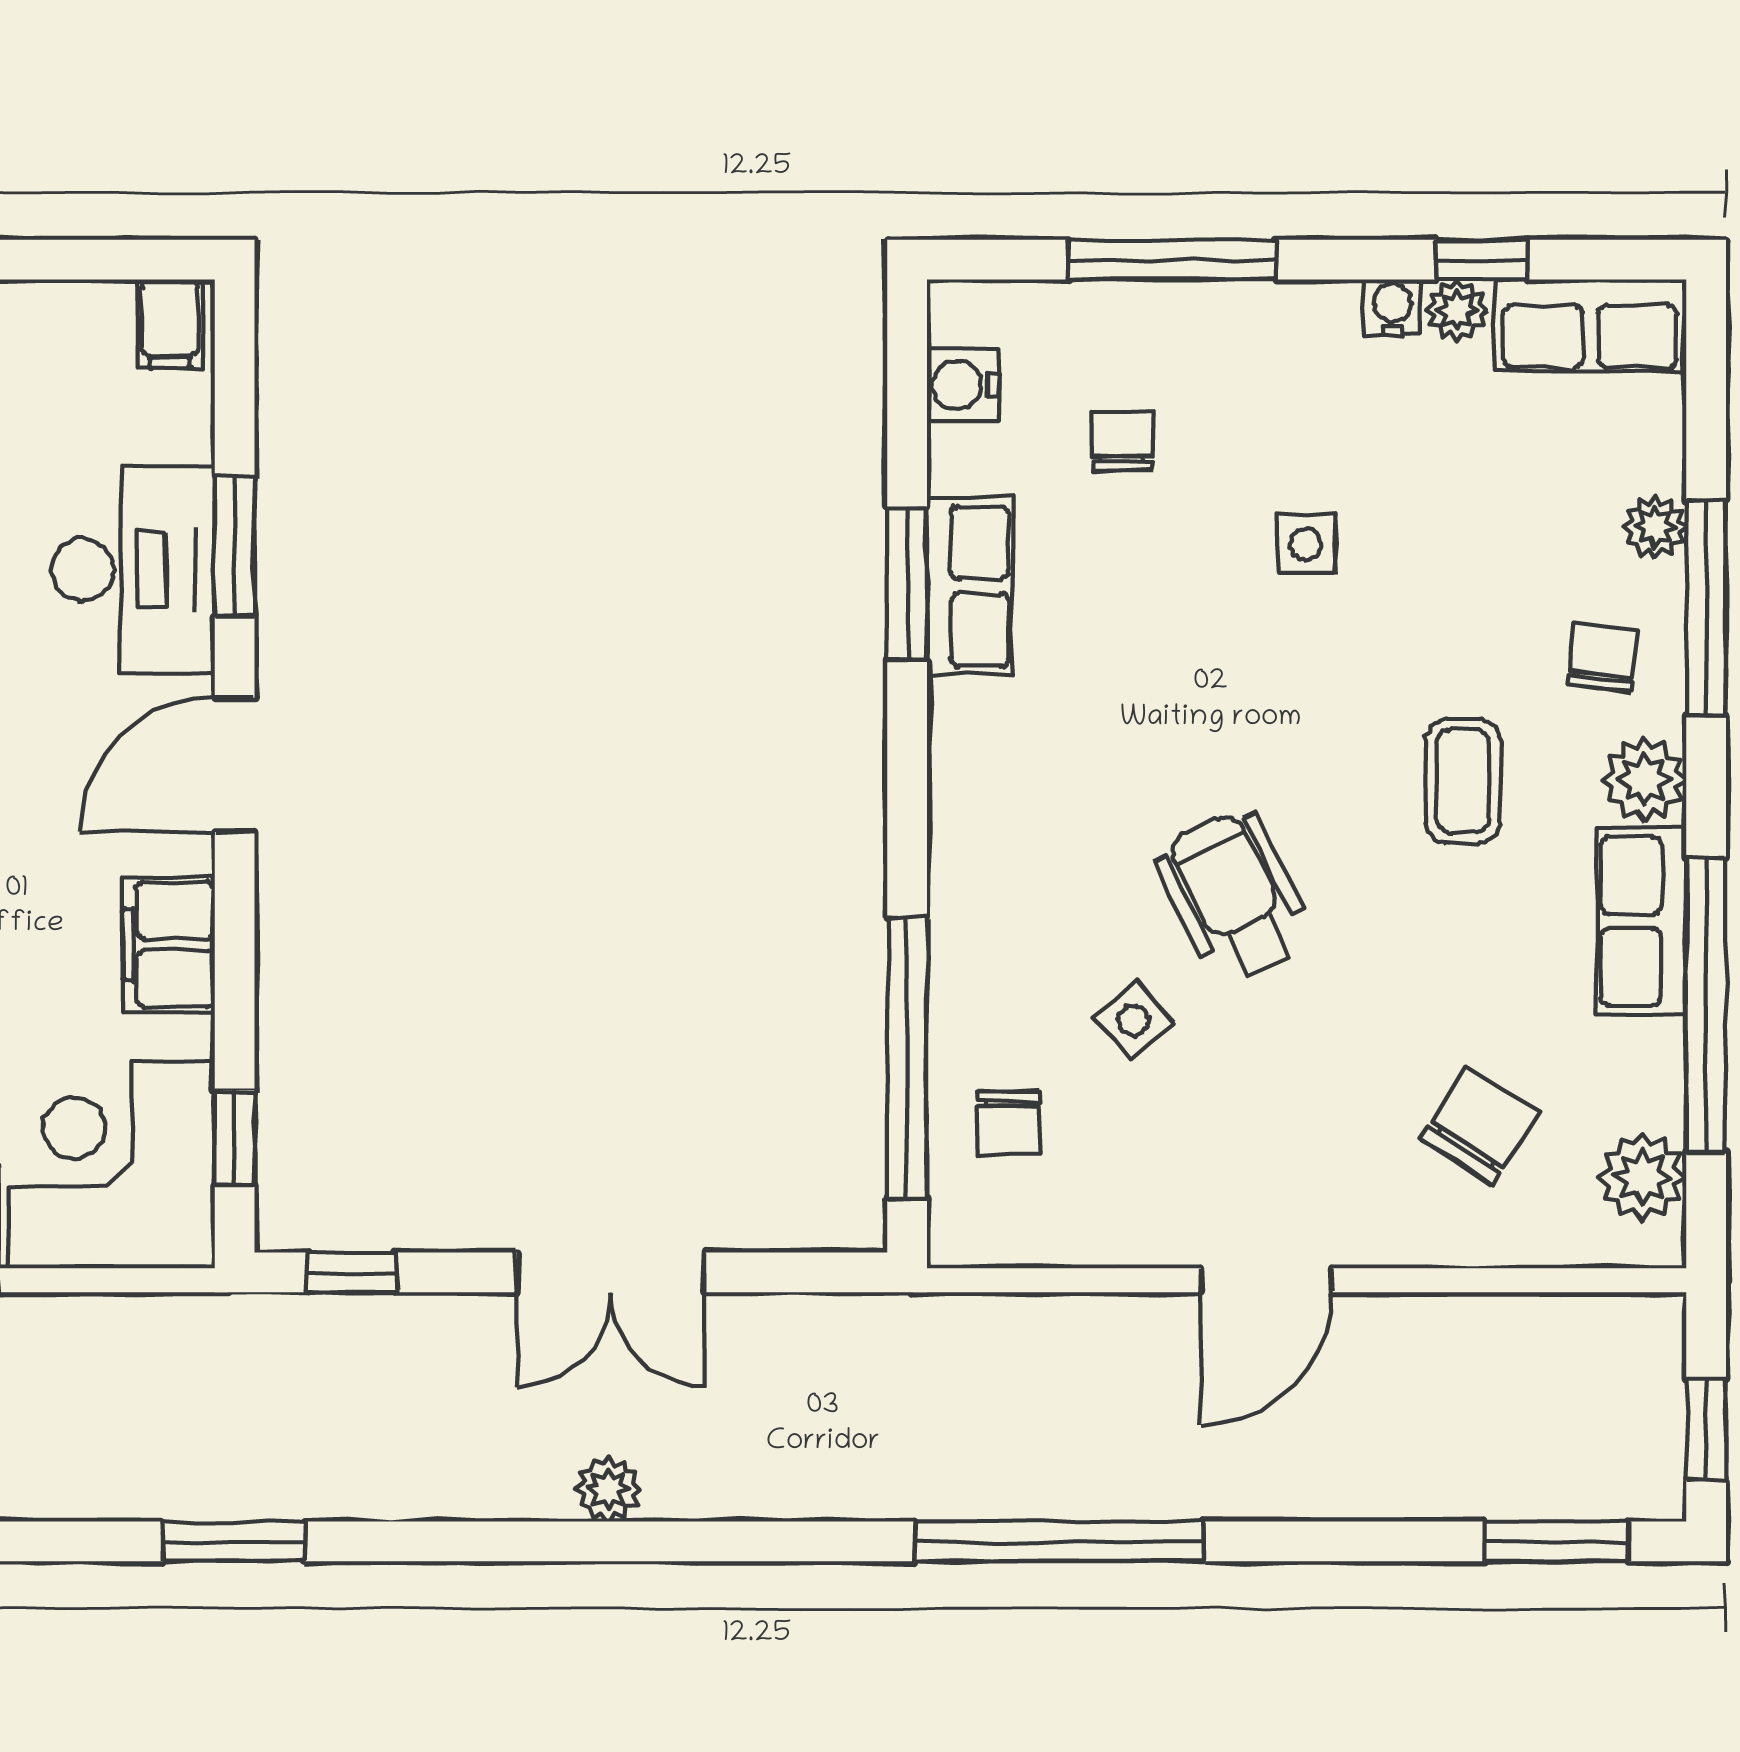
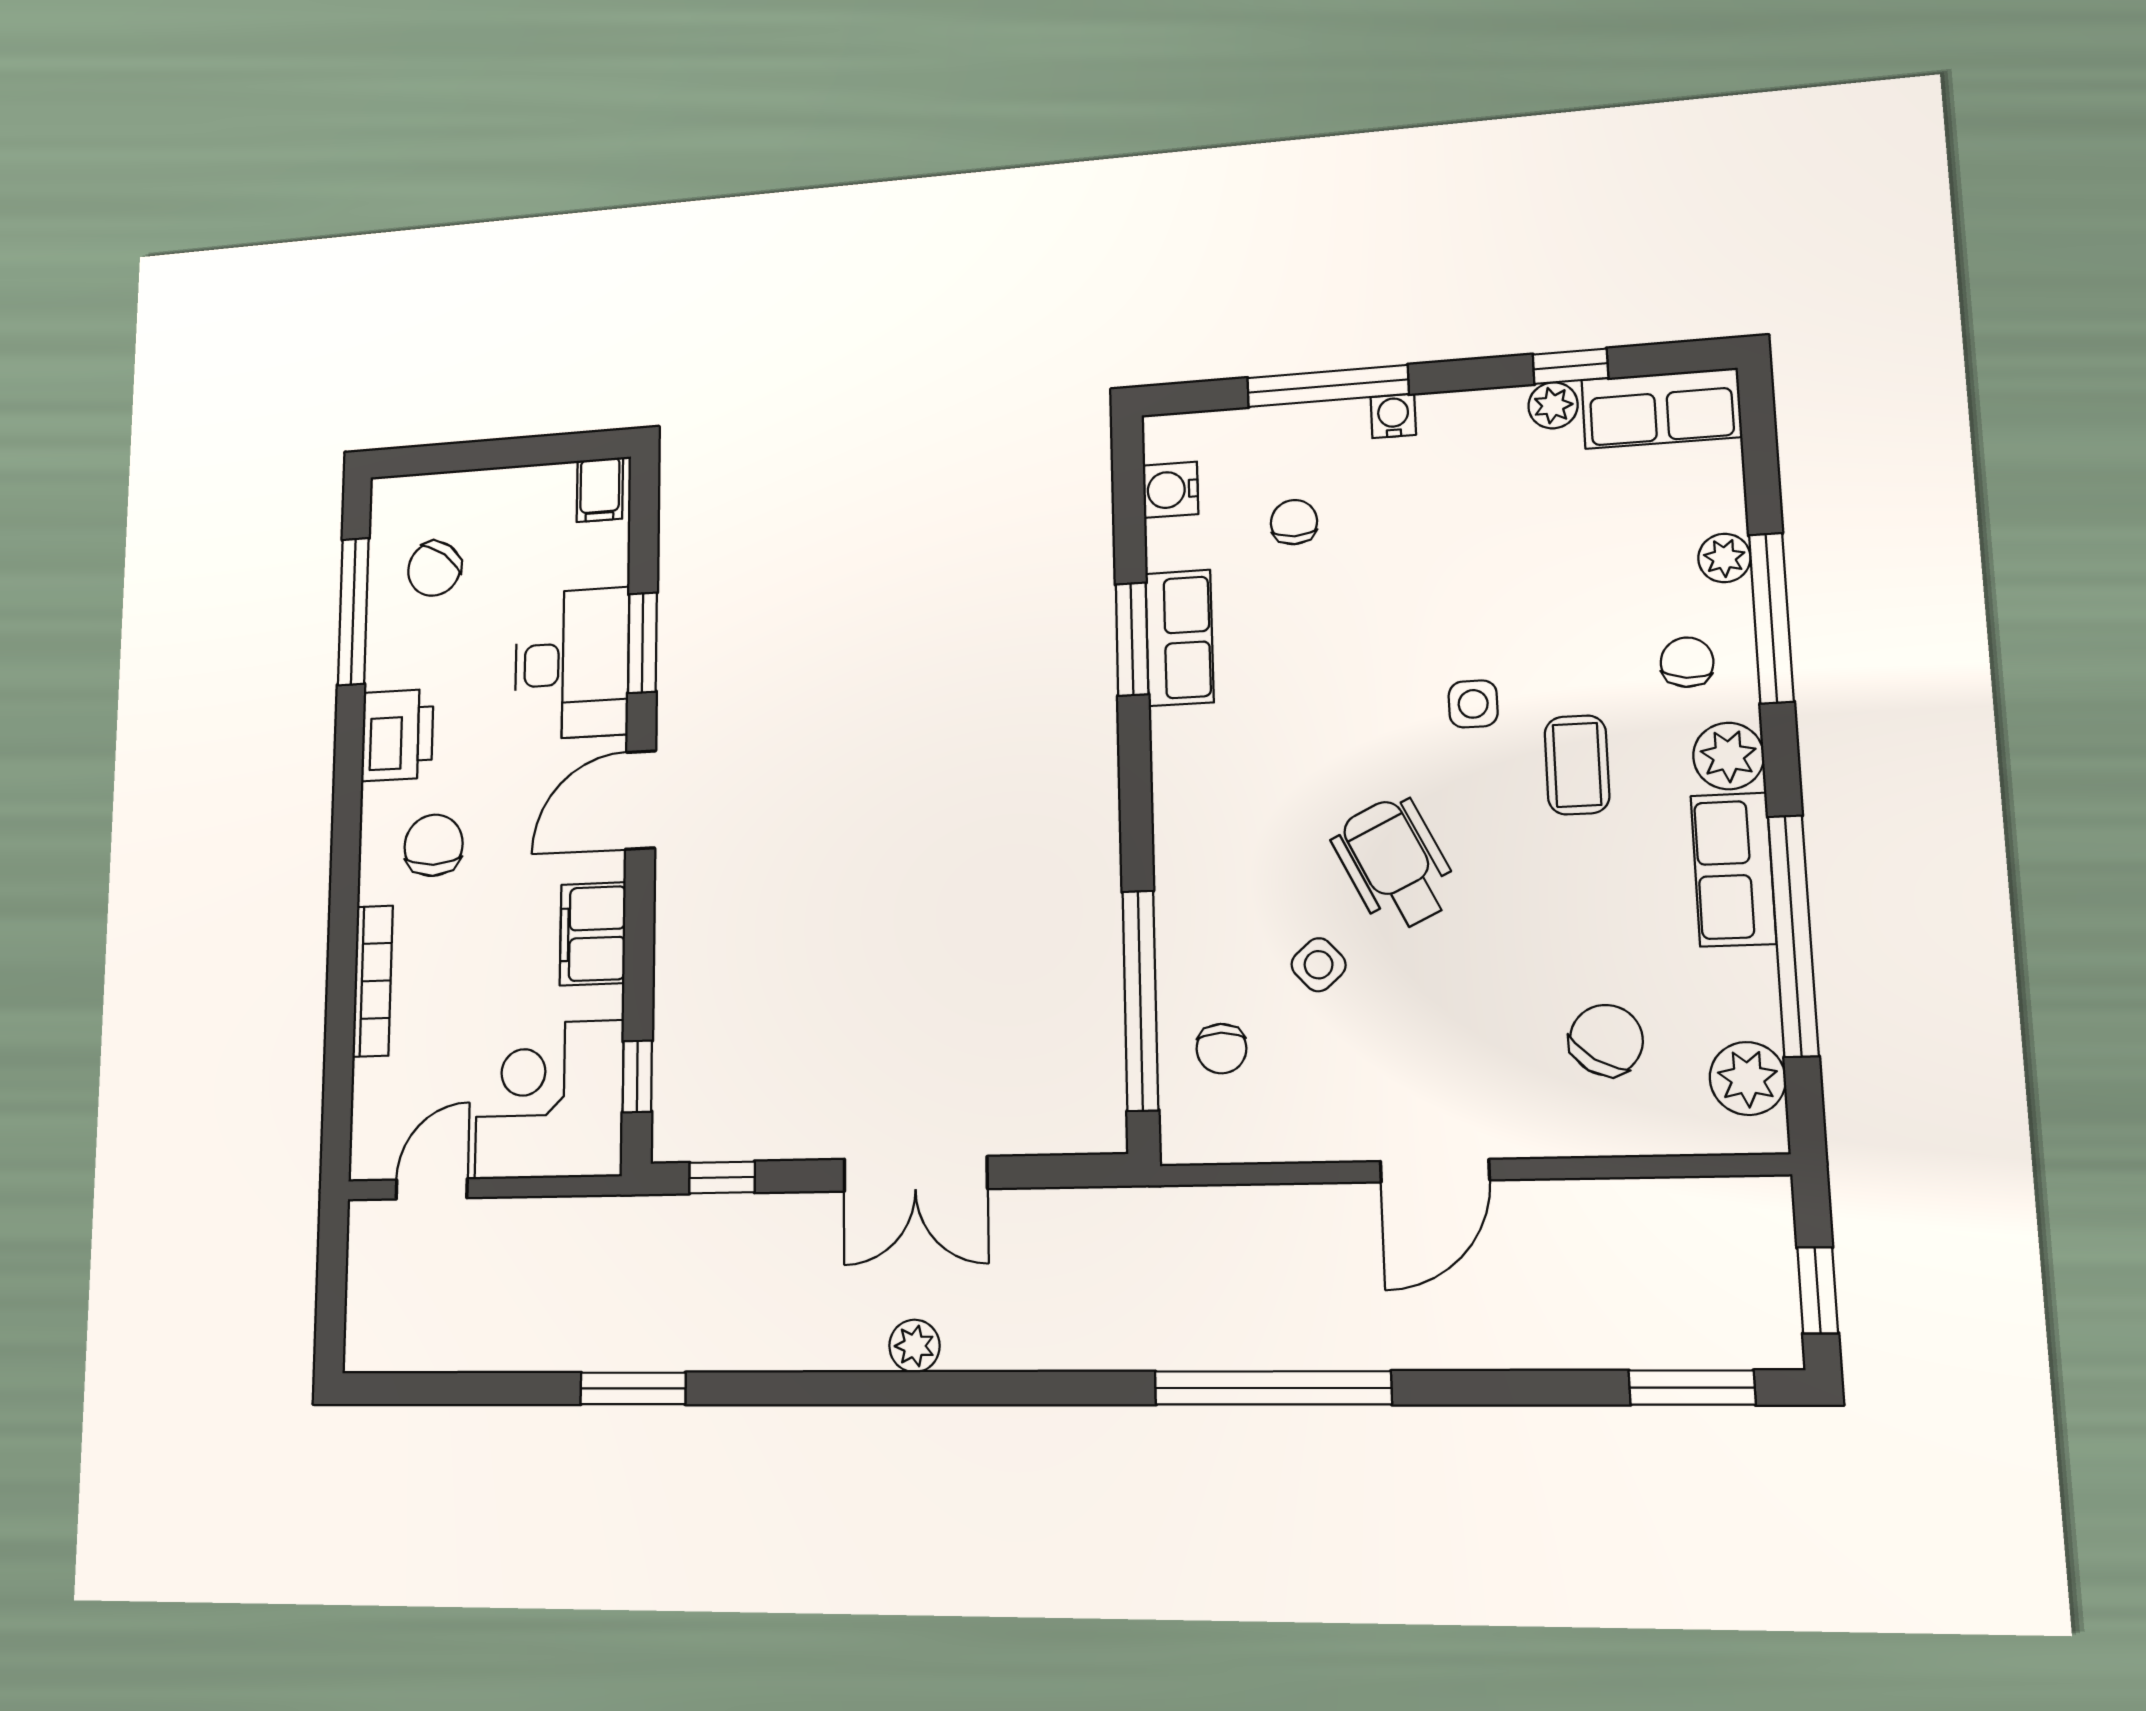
water cooler: (1392, 307) -> (1393, 416), moved
side table: (1306, 544) -> (1473, 704), moved

